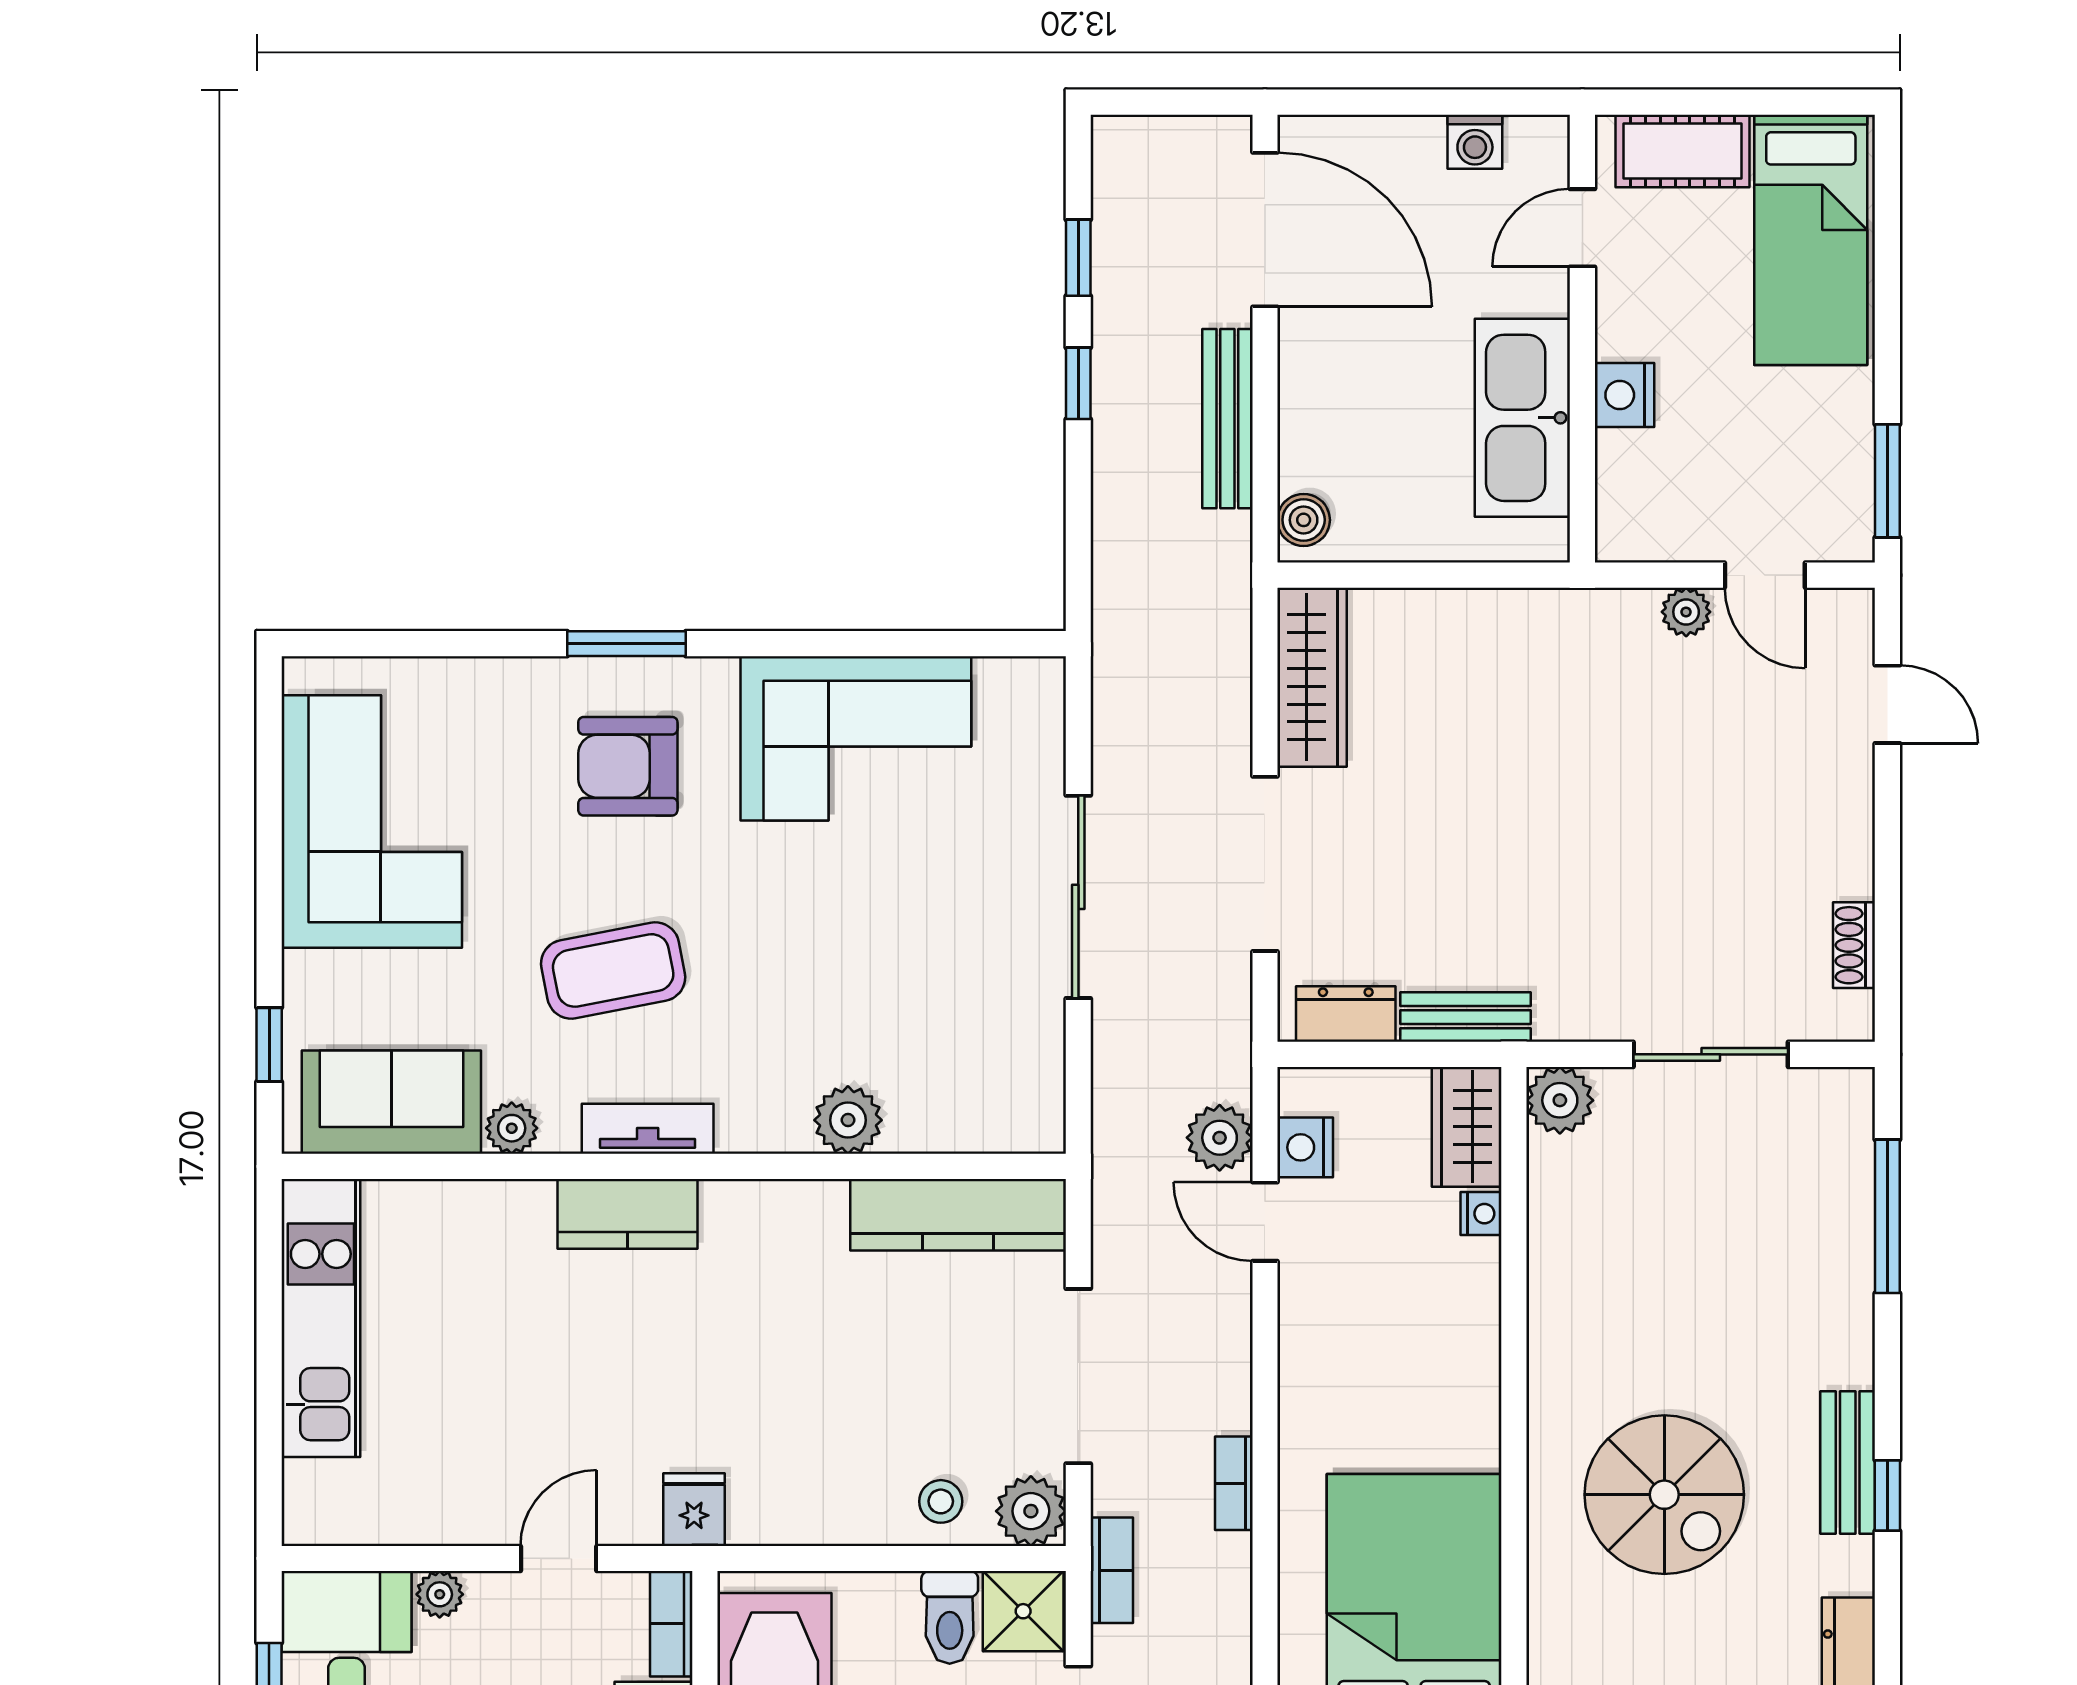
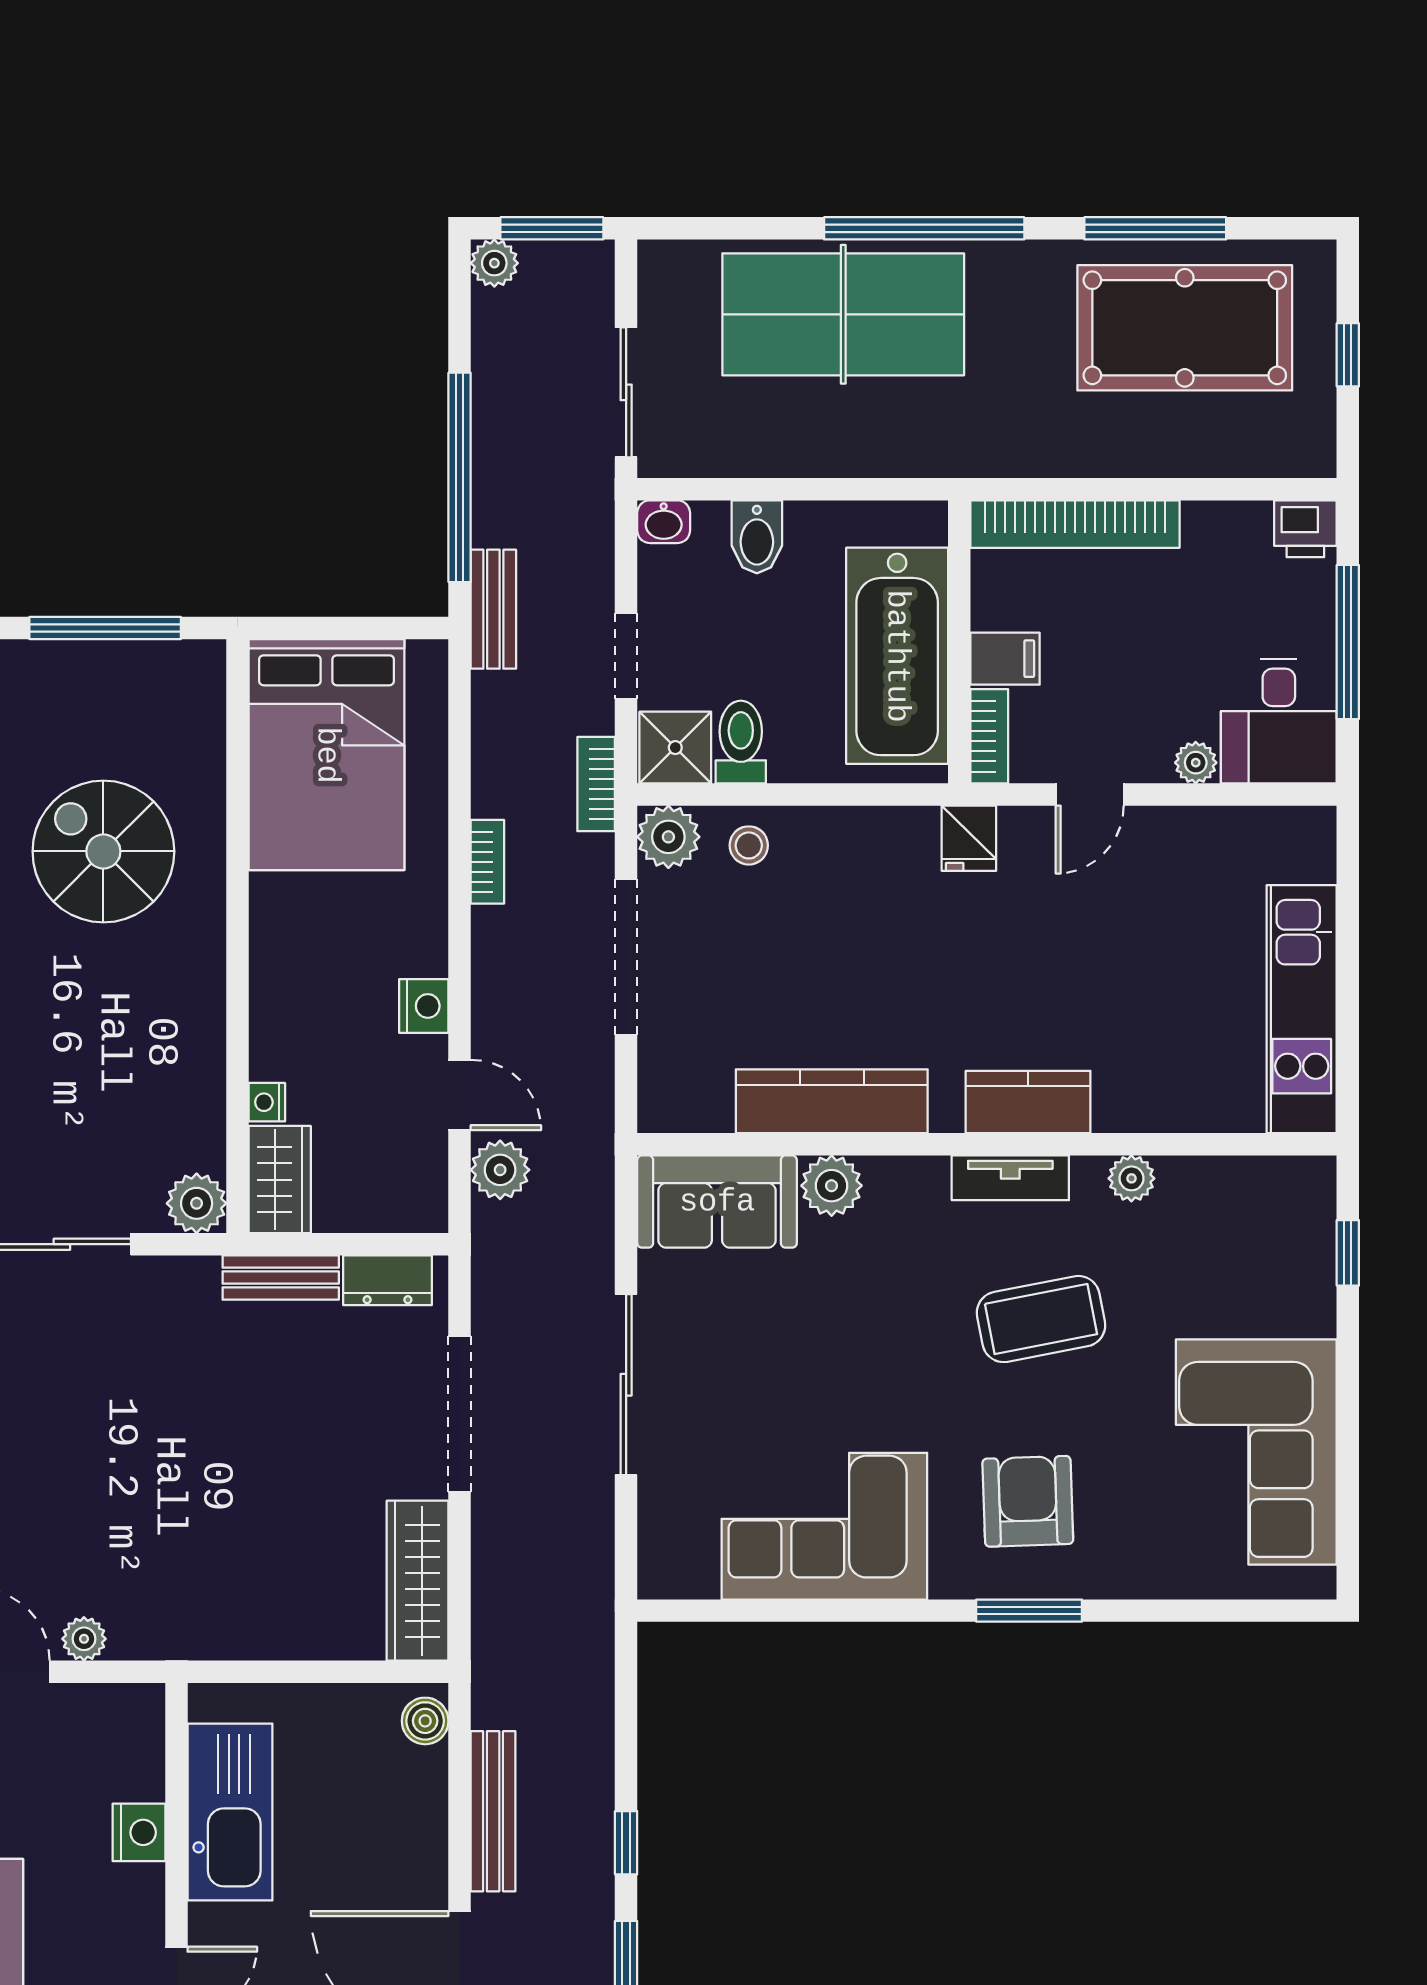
armchair: (628, 766) -> (1028, 1501), turned -92
sofa: (391, 1102) -> (717, 1202), moved
nightstand: (1305, 1147) -> (424, 1006), moved
kitchen counter: (958, 1215) -> (832, 1101), moved

